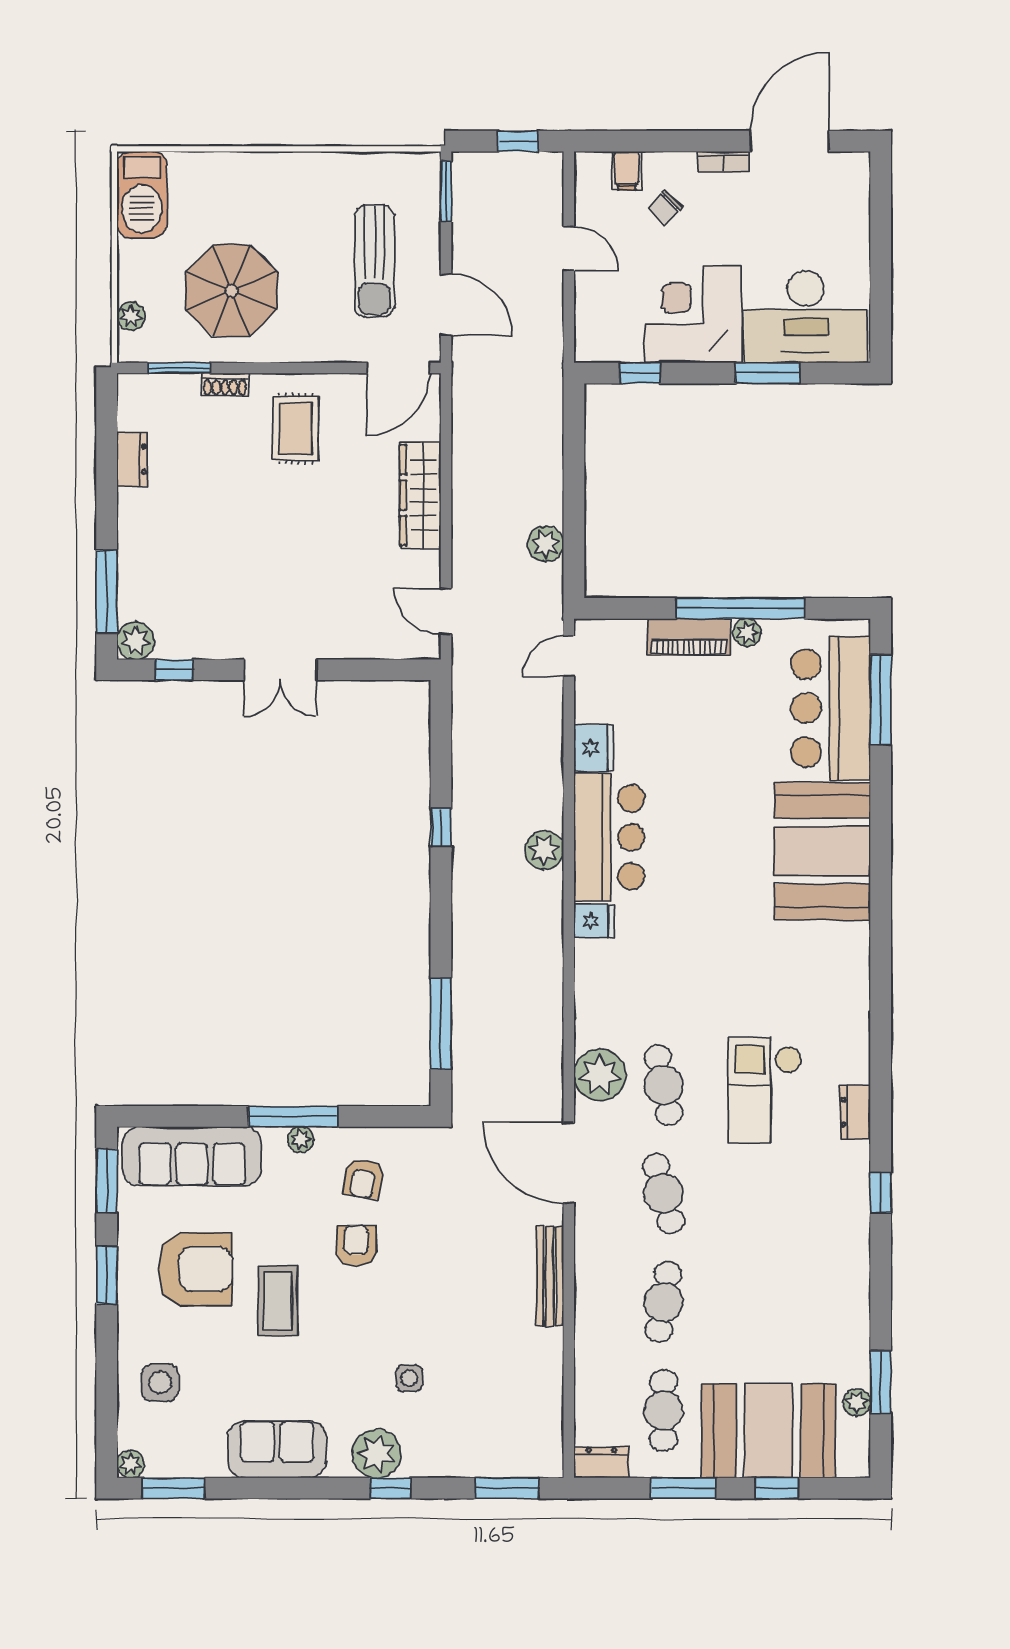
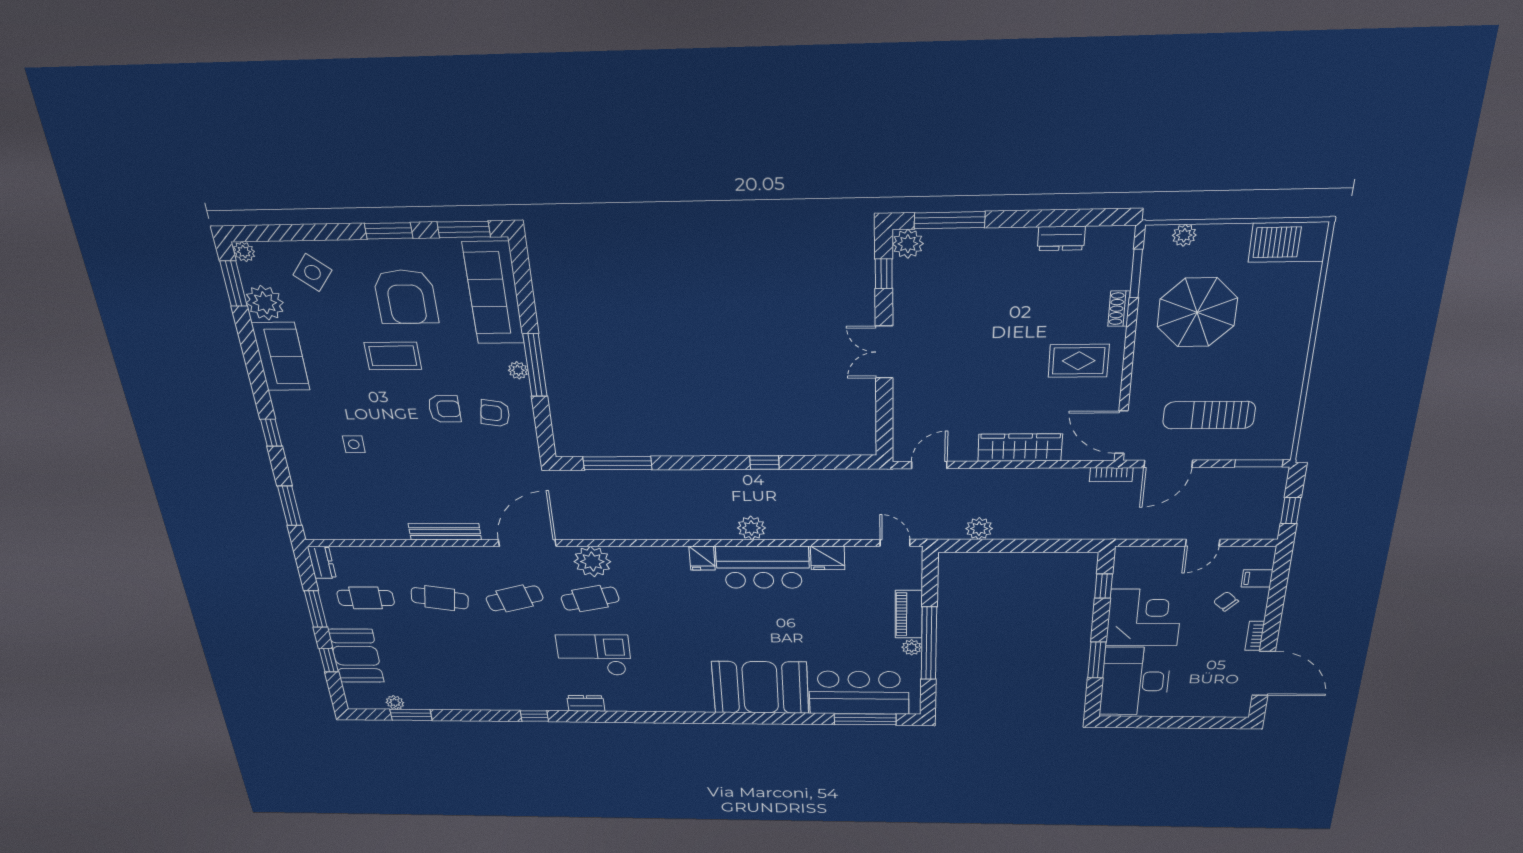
bookcase: (462, 376) -> (1111, 475), added
side table: (160, 1382) -> (312, 272), turned 38
booth: (769, 1431) -> (356, 656), width x0.73, depth x0.70
plant: (377, 1453) -> (265, 303), moved

